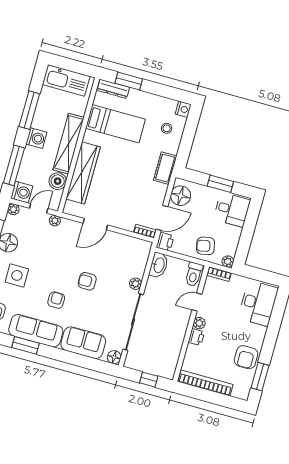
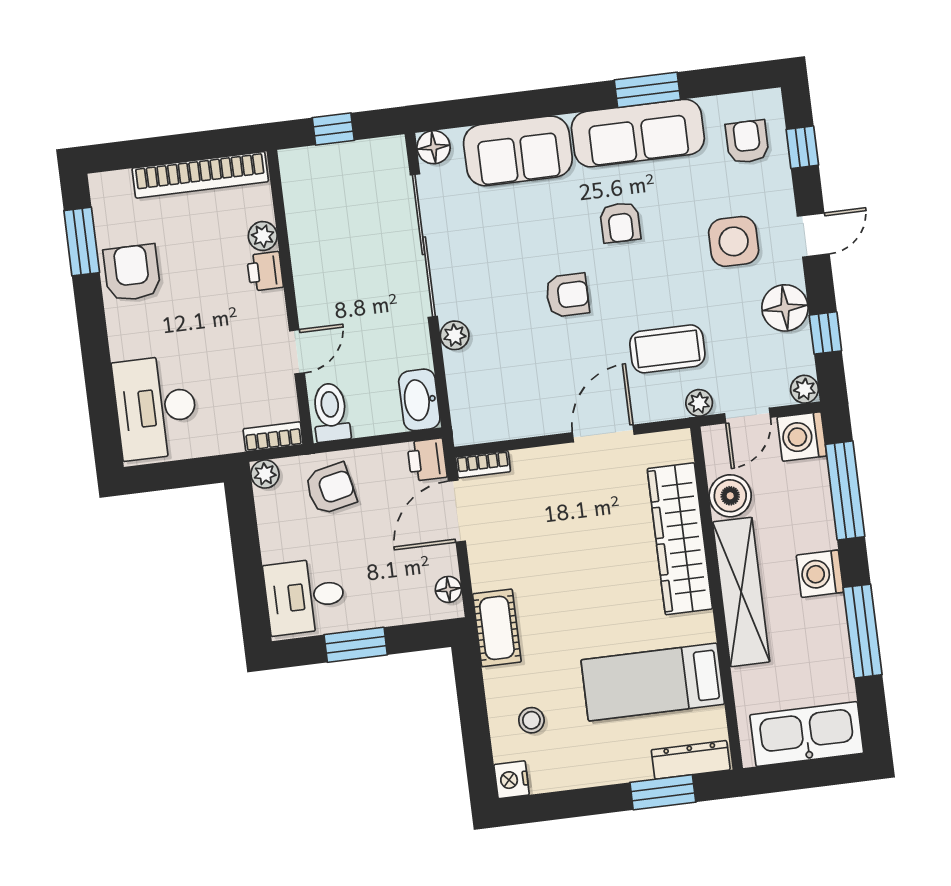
floor lamp: (181, 196) -> (448, 589), width x0.53, depth x0.53
coffee table: (58, 246) -> (667, 349), added
plant: (199, 323) -> (263, 236), moved

